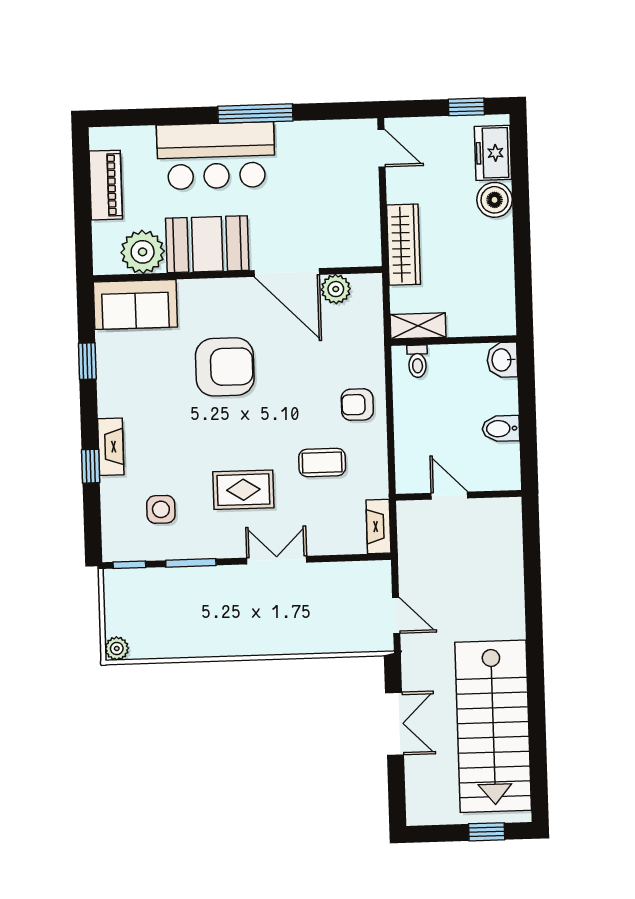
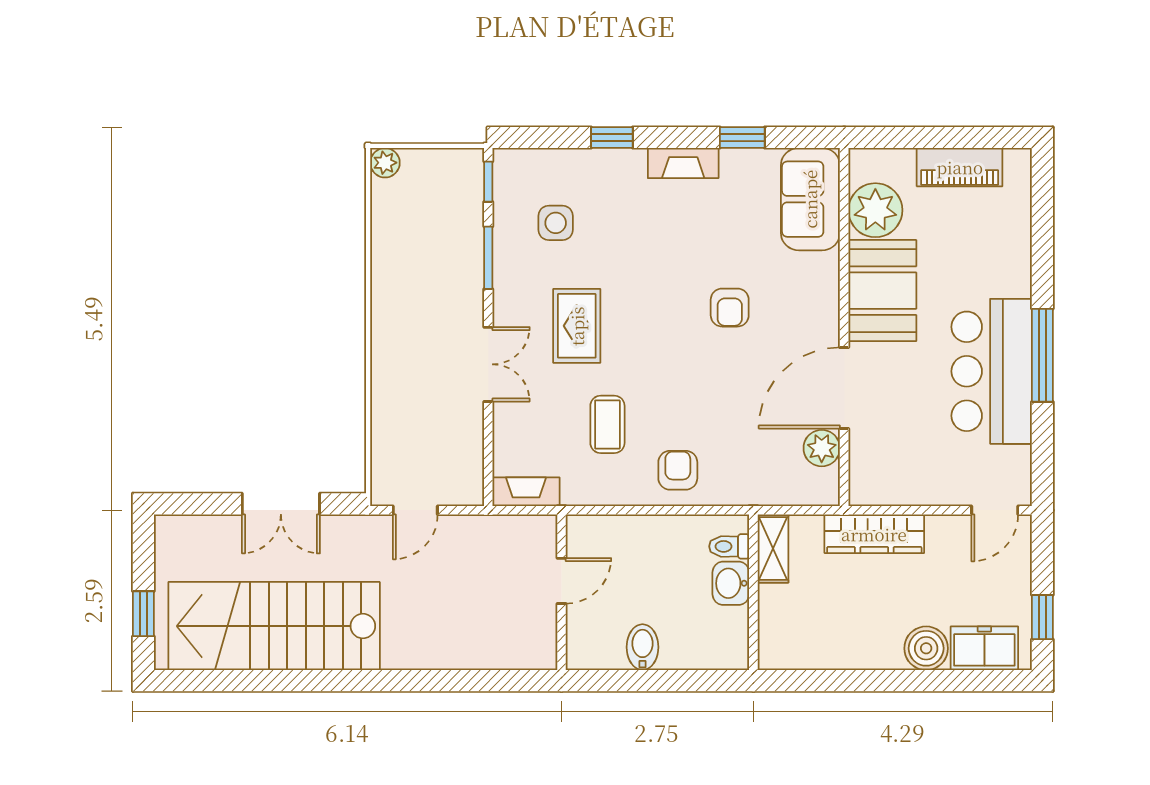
bar counter: (216, 156) -> (992, 371), moved
washbasin: (502, 360) -> (731, 583), moved, turned -90
armchair: (225, 367) -> (730, 308), width x0.53, depth x0.53
fireplace: (111, 447) -> (683, 163), moved

